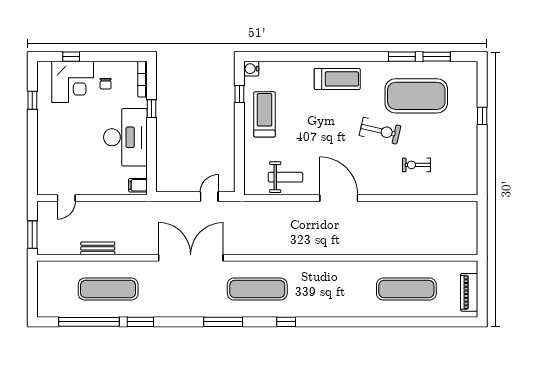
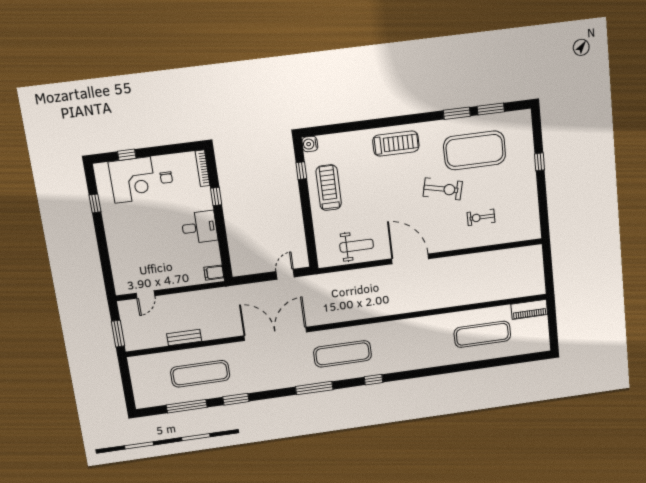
desk: (125, 137) -> (199, 227), width x0.53, depth x0.77
piano: (469, 292) -> (529, 309), moved, turned -90
window: (89, 322) -> (187, 406), width x0.68

